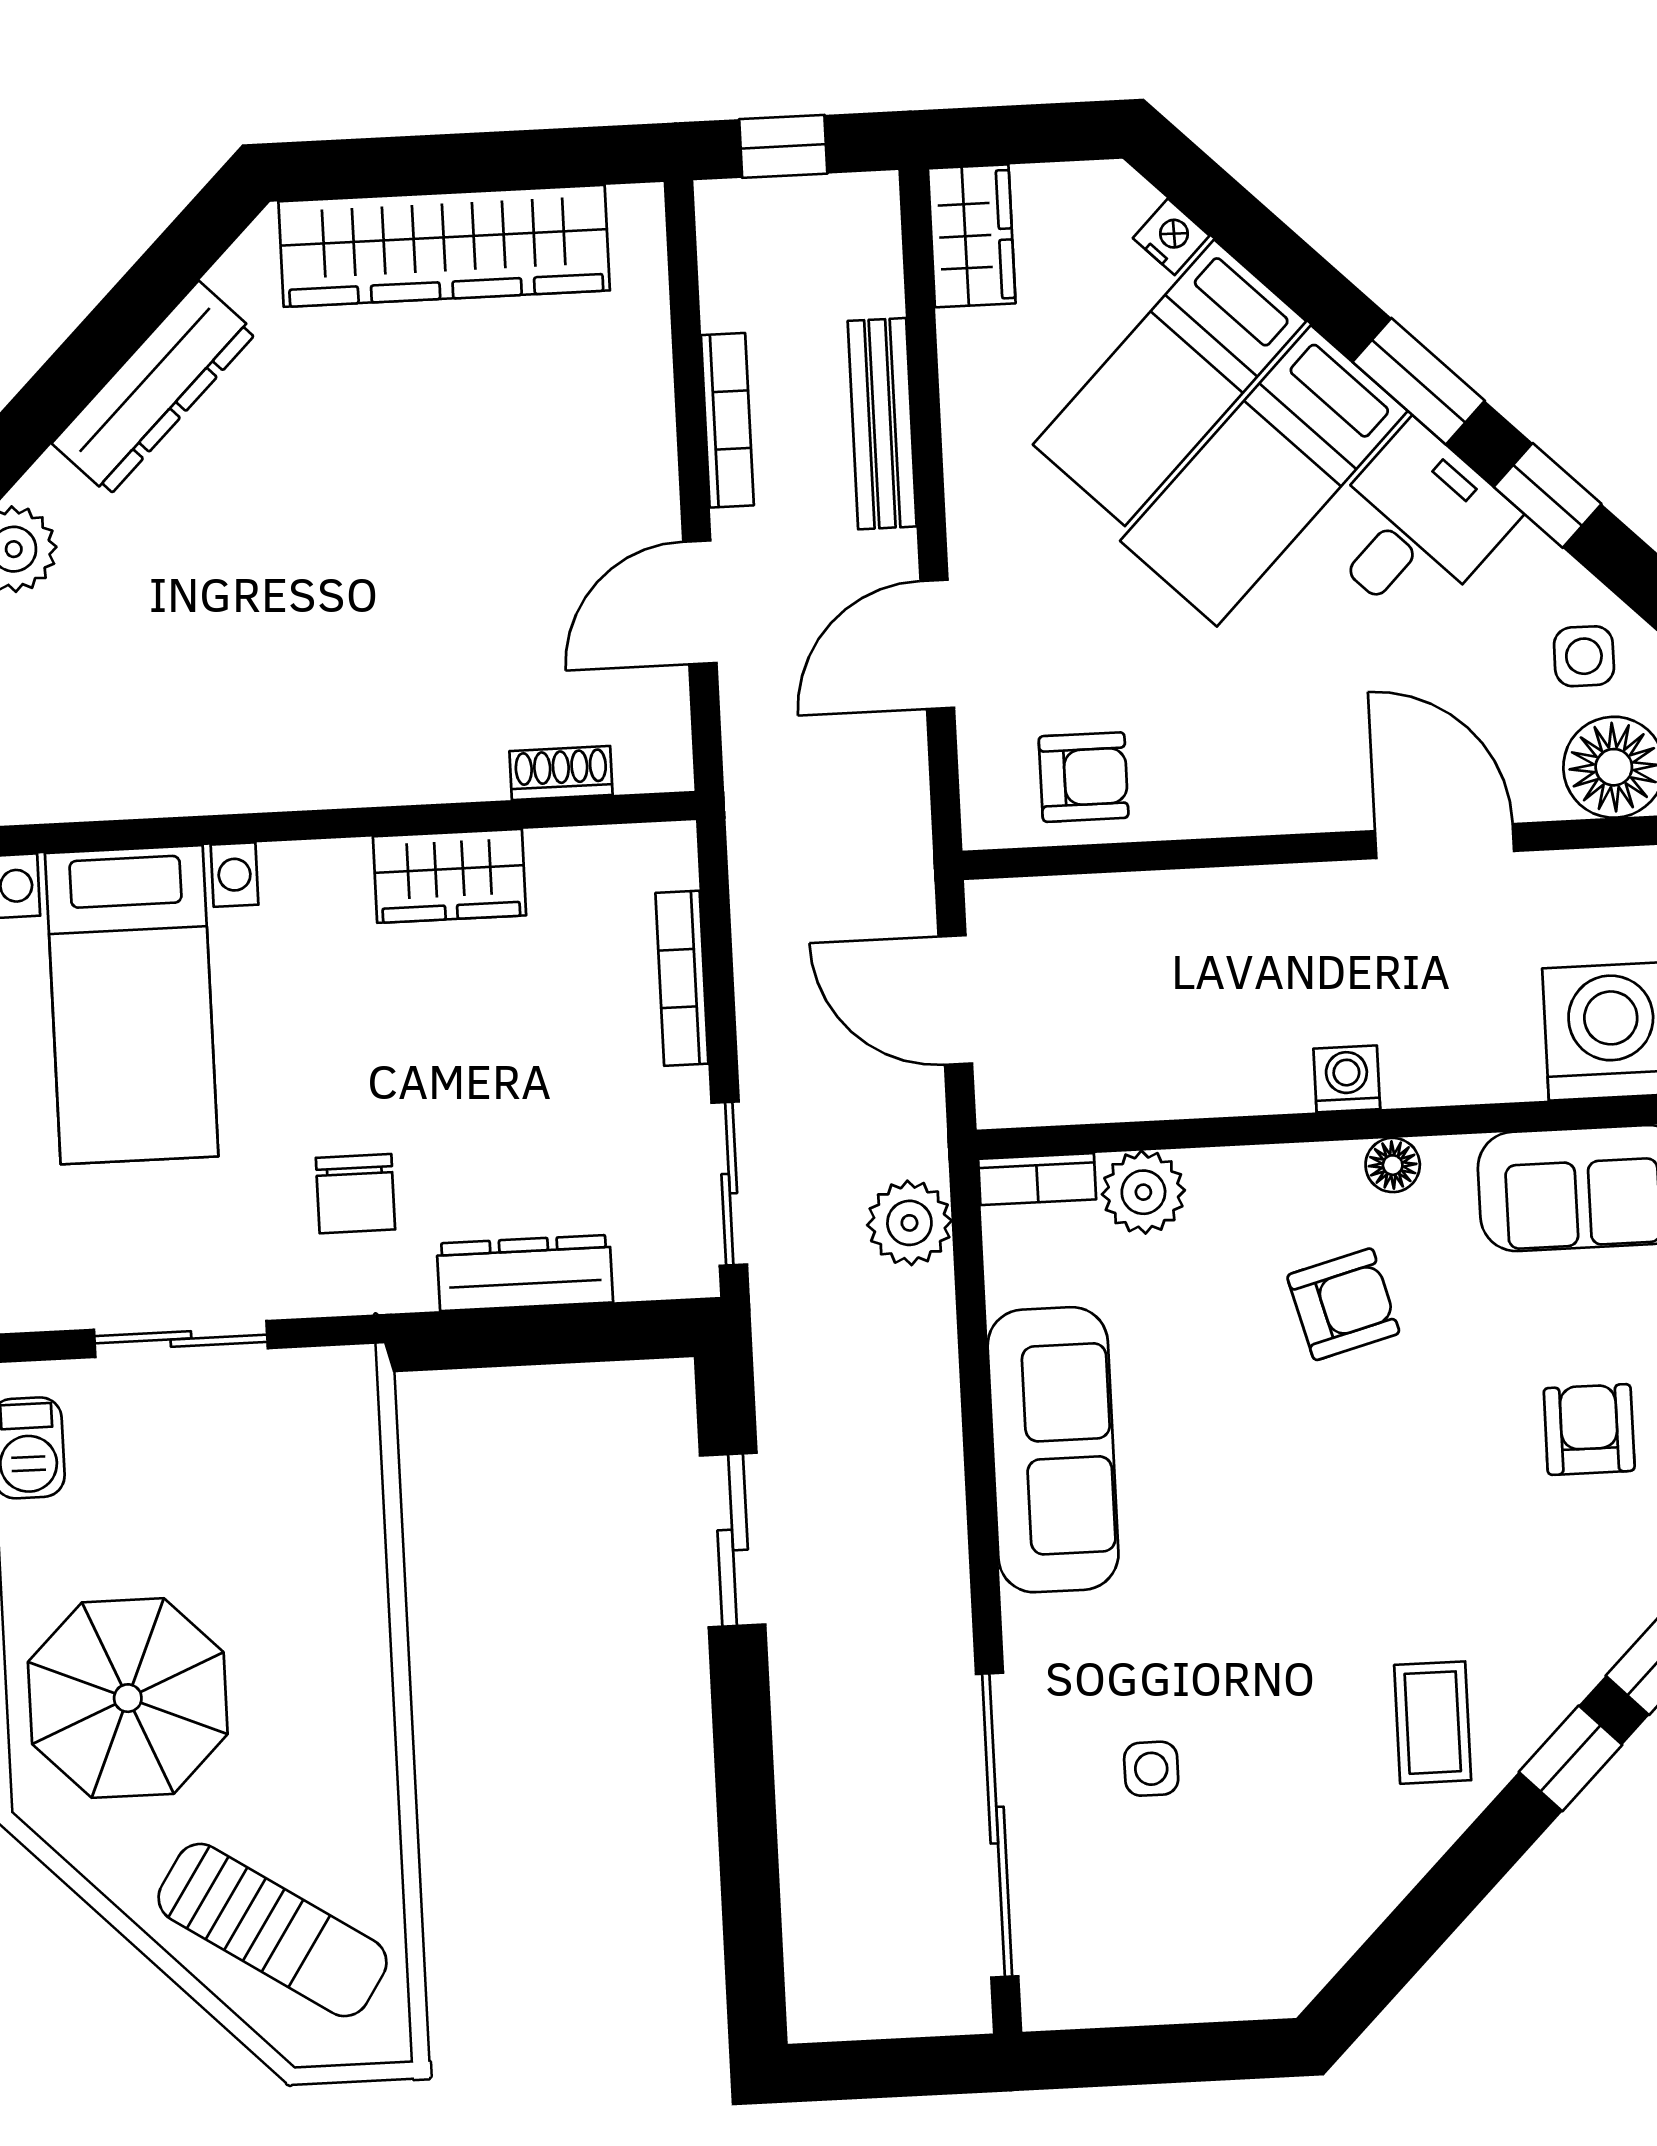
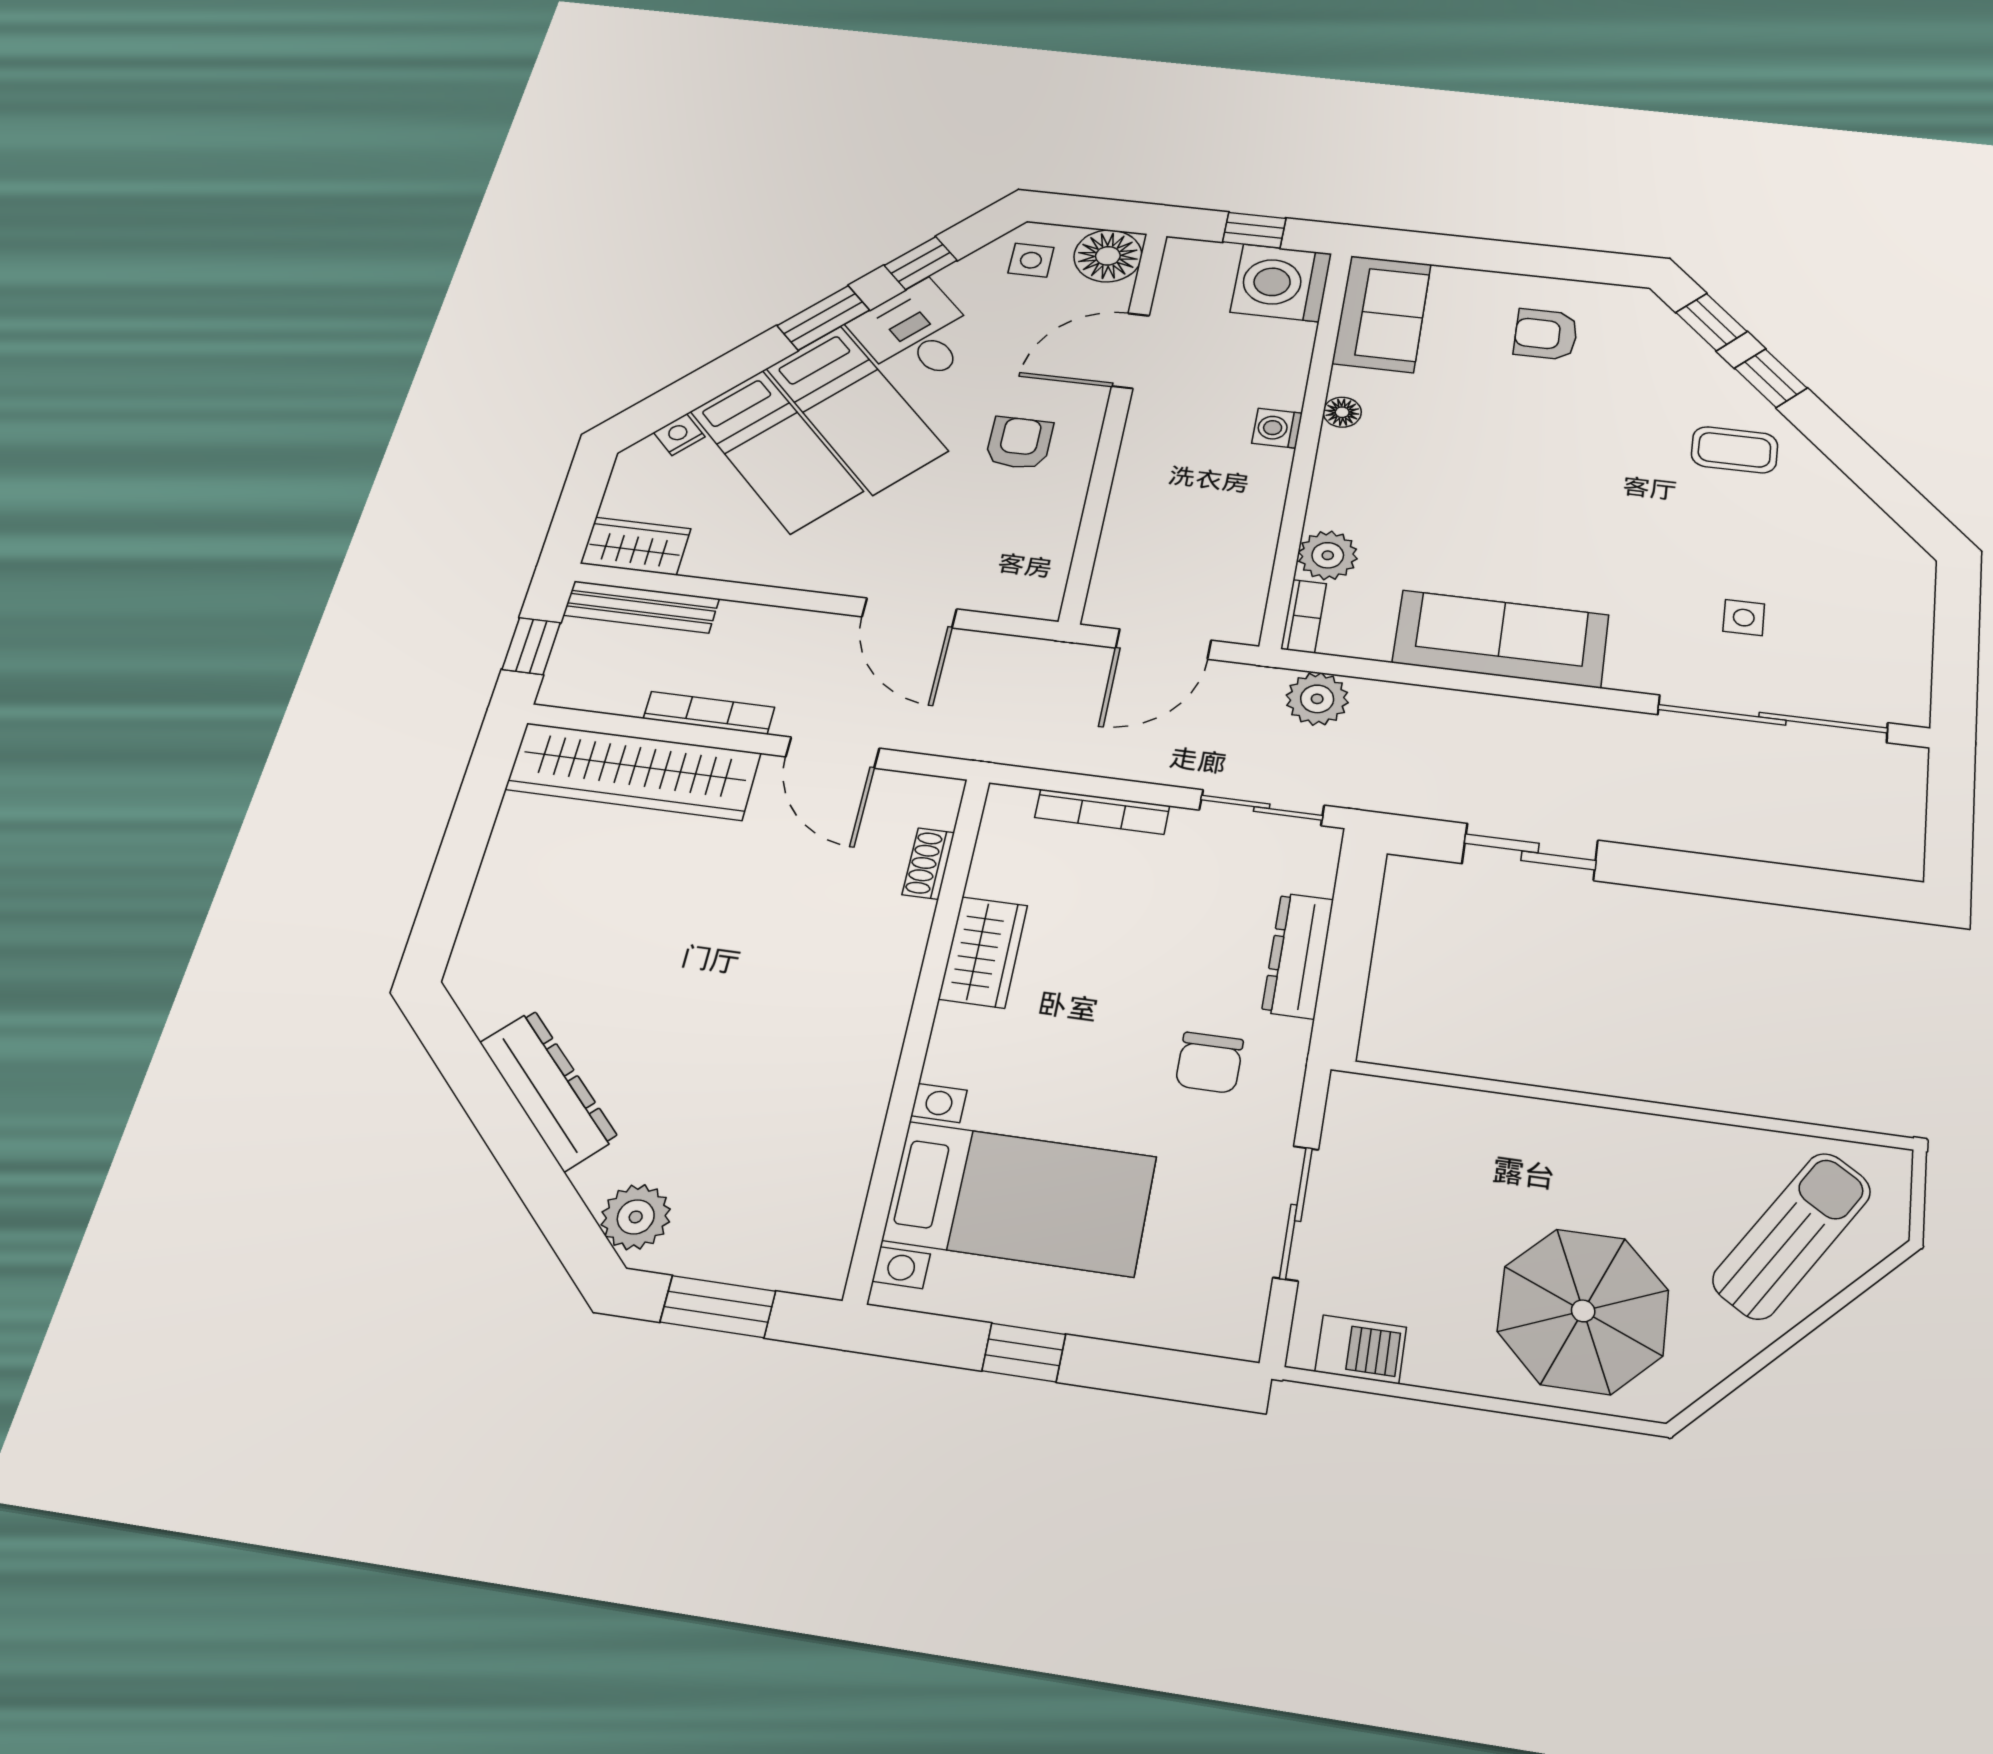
wardrobe: (444, 246) -> (633, 771), moved, turned 90
bench: (882, 424) -> (641, 607), moved
armchair: (1084, 777) -> (1019, 443), moved
chair: (355, 1194) -> (1209, 1063), turned 90
armchair: (1343, 1304) -> (1432, 454), removed

